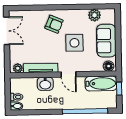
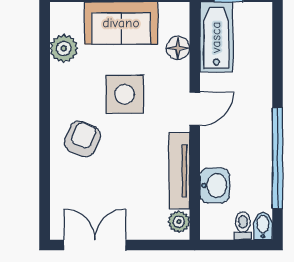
floor lamp: (109, 66) -> (178, 48), moved
washbasin: (45, 84) -> (215, 185), moved
window: (85, 111) -> (277, 158), moved

